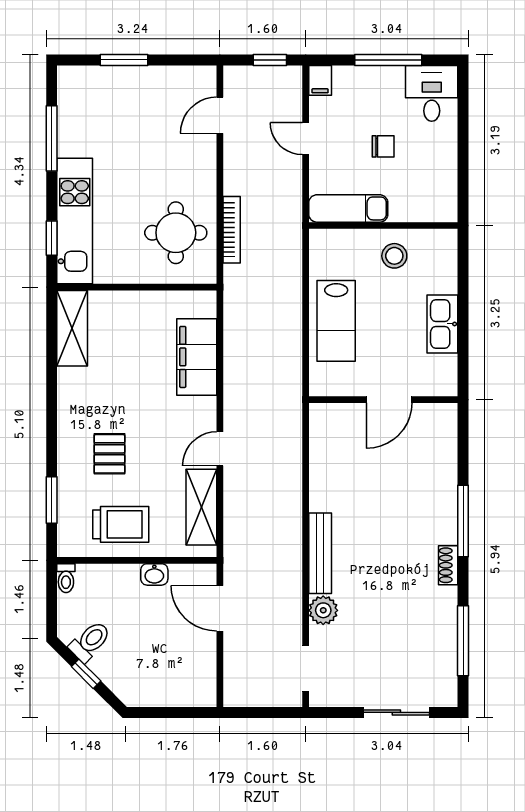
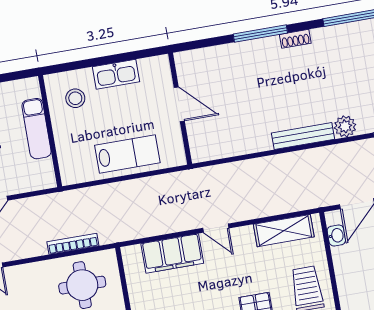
exam couch: (348, 208) -> (37, 129), moved
stool: (394, 256) -> (75, 98), moved
door: (220, 449) -> (216, 228), moved
washbasin: (154, 574) -> (336, 235), moved

